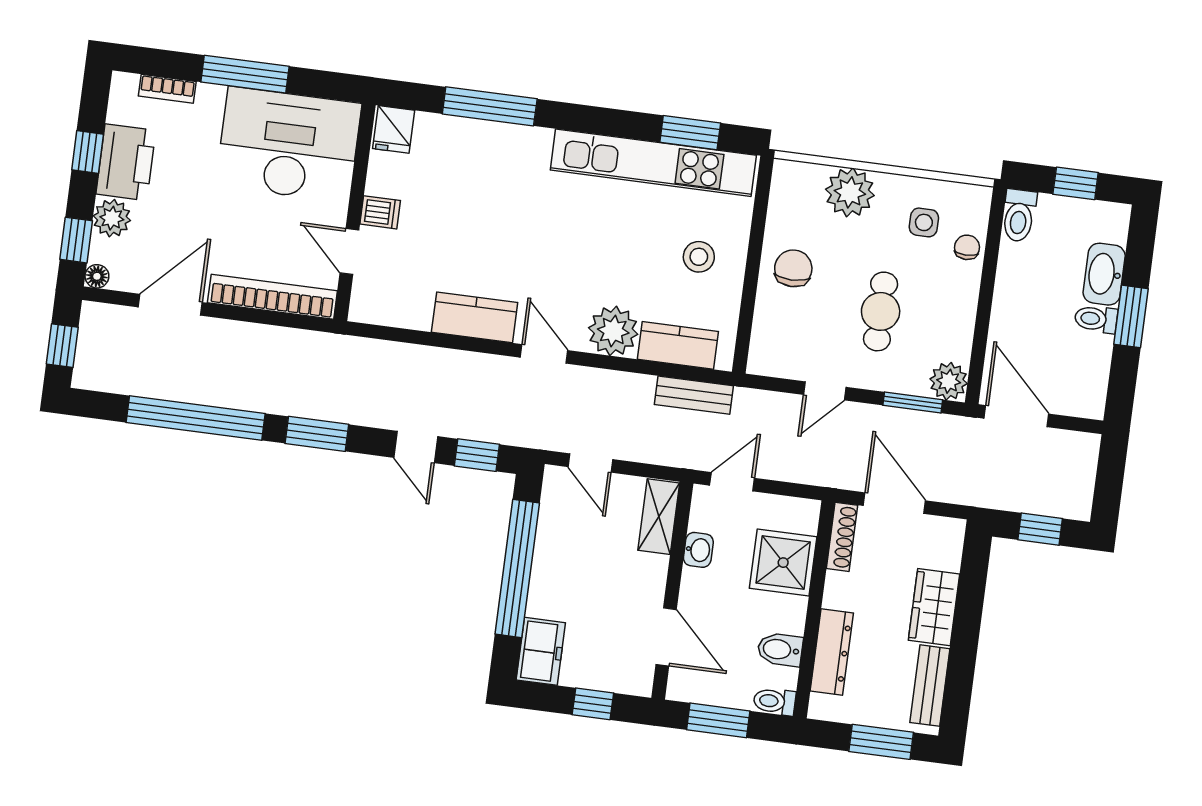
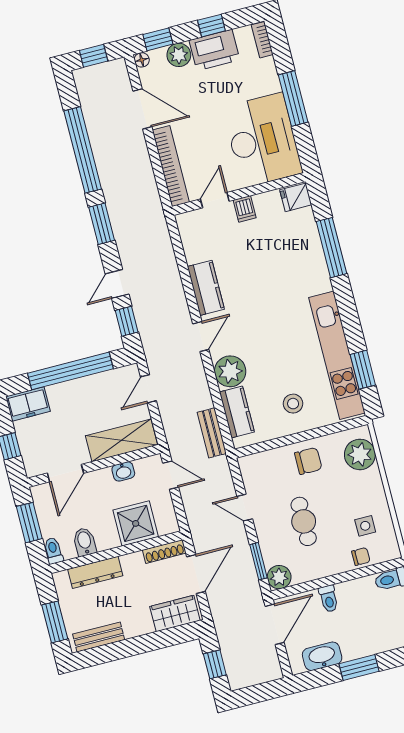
bookcase: (167, 89) -> (262, 40), moved
plant: (850, 192) -> (360, 454), moved
washbasin: (1104, 274) -> (322, 656), moved
cafe table: (881, 311) -> (304, 521), turned 90
toilet: (1096, 319) -> (329, 599), moved, turned 180
shelving: (659, 517) -> (121, 440), width x1.50, depth x1.33
wardrobe: (934, 607) -> (175, 613), moved

